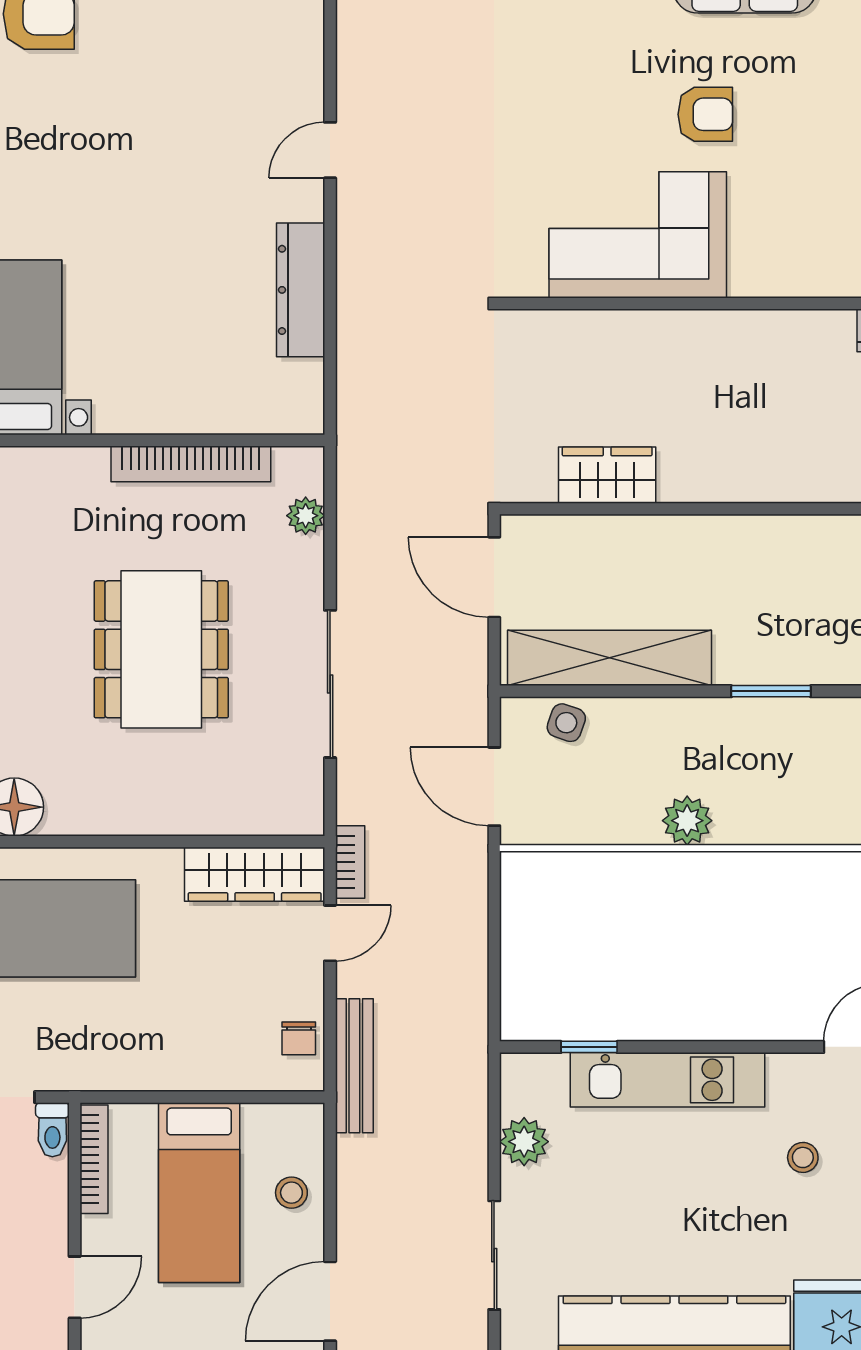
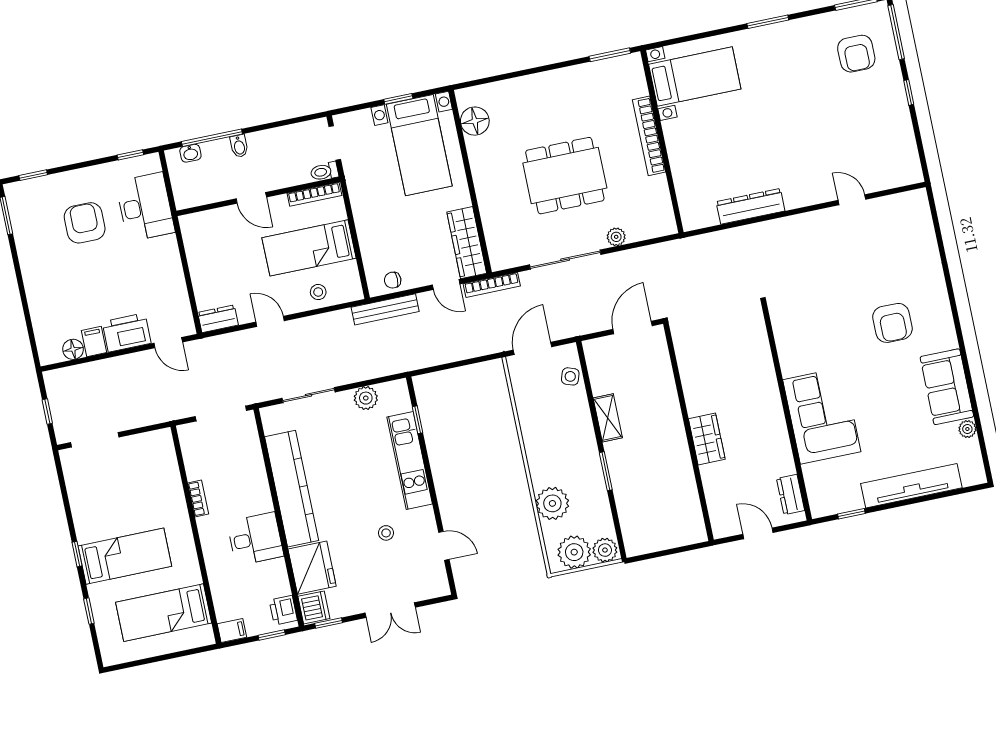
armchair: (705, 114) -> (892, 323), moved, width x1.38, depth x1.38
door: (330, 150) -> (852, 200), moved
corner sofa: (638, 235) -> (822, 416), moved
bookcase: (191, 464) -> (649, 136), moved
wardrobe: (607, 475) -> (707, 439), moved
plant: (306, 516) -> (616, 237), moved
shelving: (609, 658) -> (608, 418), width x0.45, depth x0.75
plant: (687, 821) -> (552, 503), moved, width x1.36, depth x1.36
bookcase: (350, 862) -> (492, 285), width x1.56
door: (330, 1301) -> (270, 321), width x0.73

